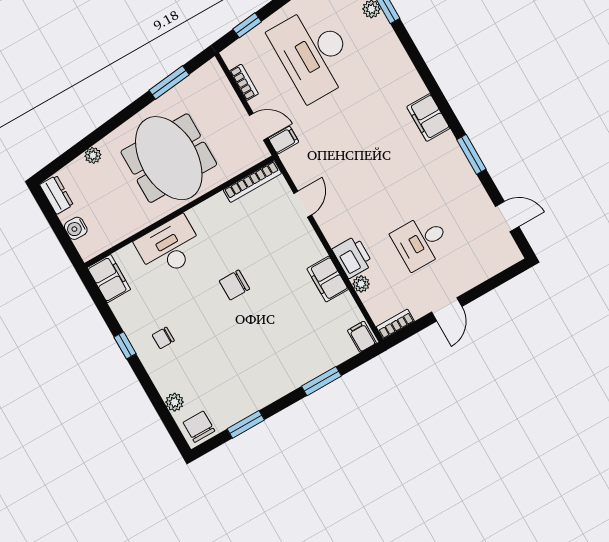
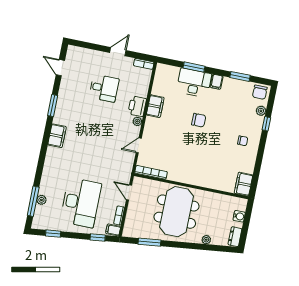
filing cabinet: (283, 140) -> (113, 230), moved
desk: (169, 247) -> (194, 83), moved, turned 180
plant: (361, 284) -> (137, 121), moved
chair: (234, 285) -> (199, 120), moved
filing cabinet: (362, 337) -> (217, 82), moved
window: (125, 345) -> (266, 124), moved

